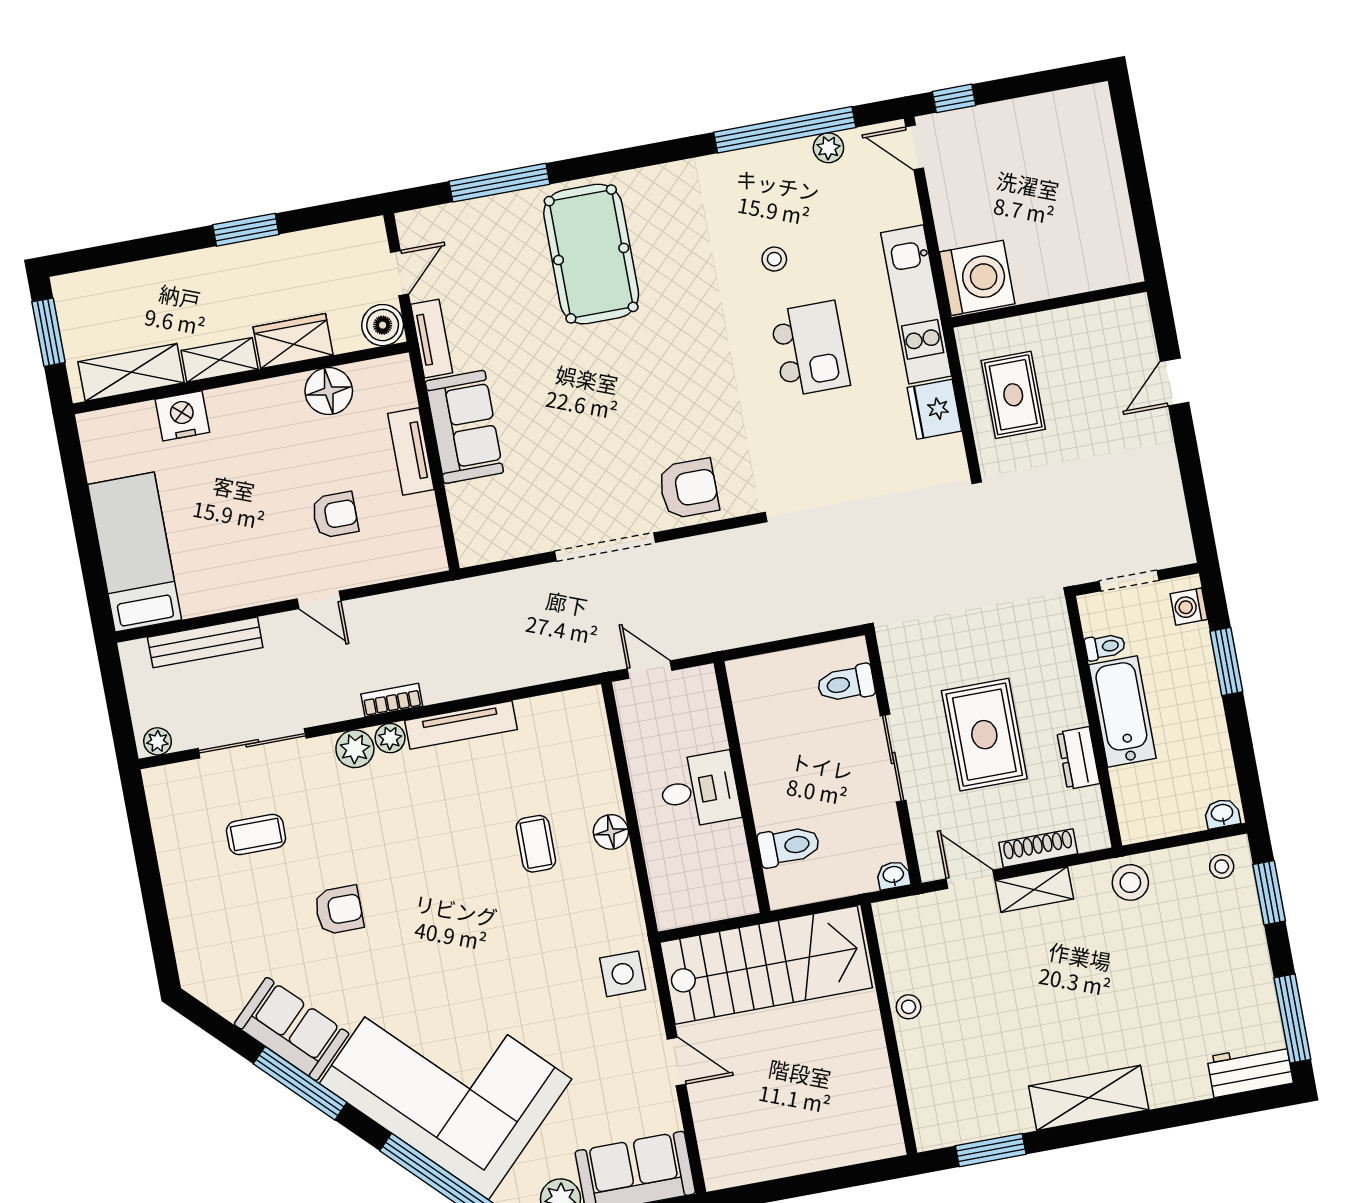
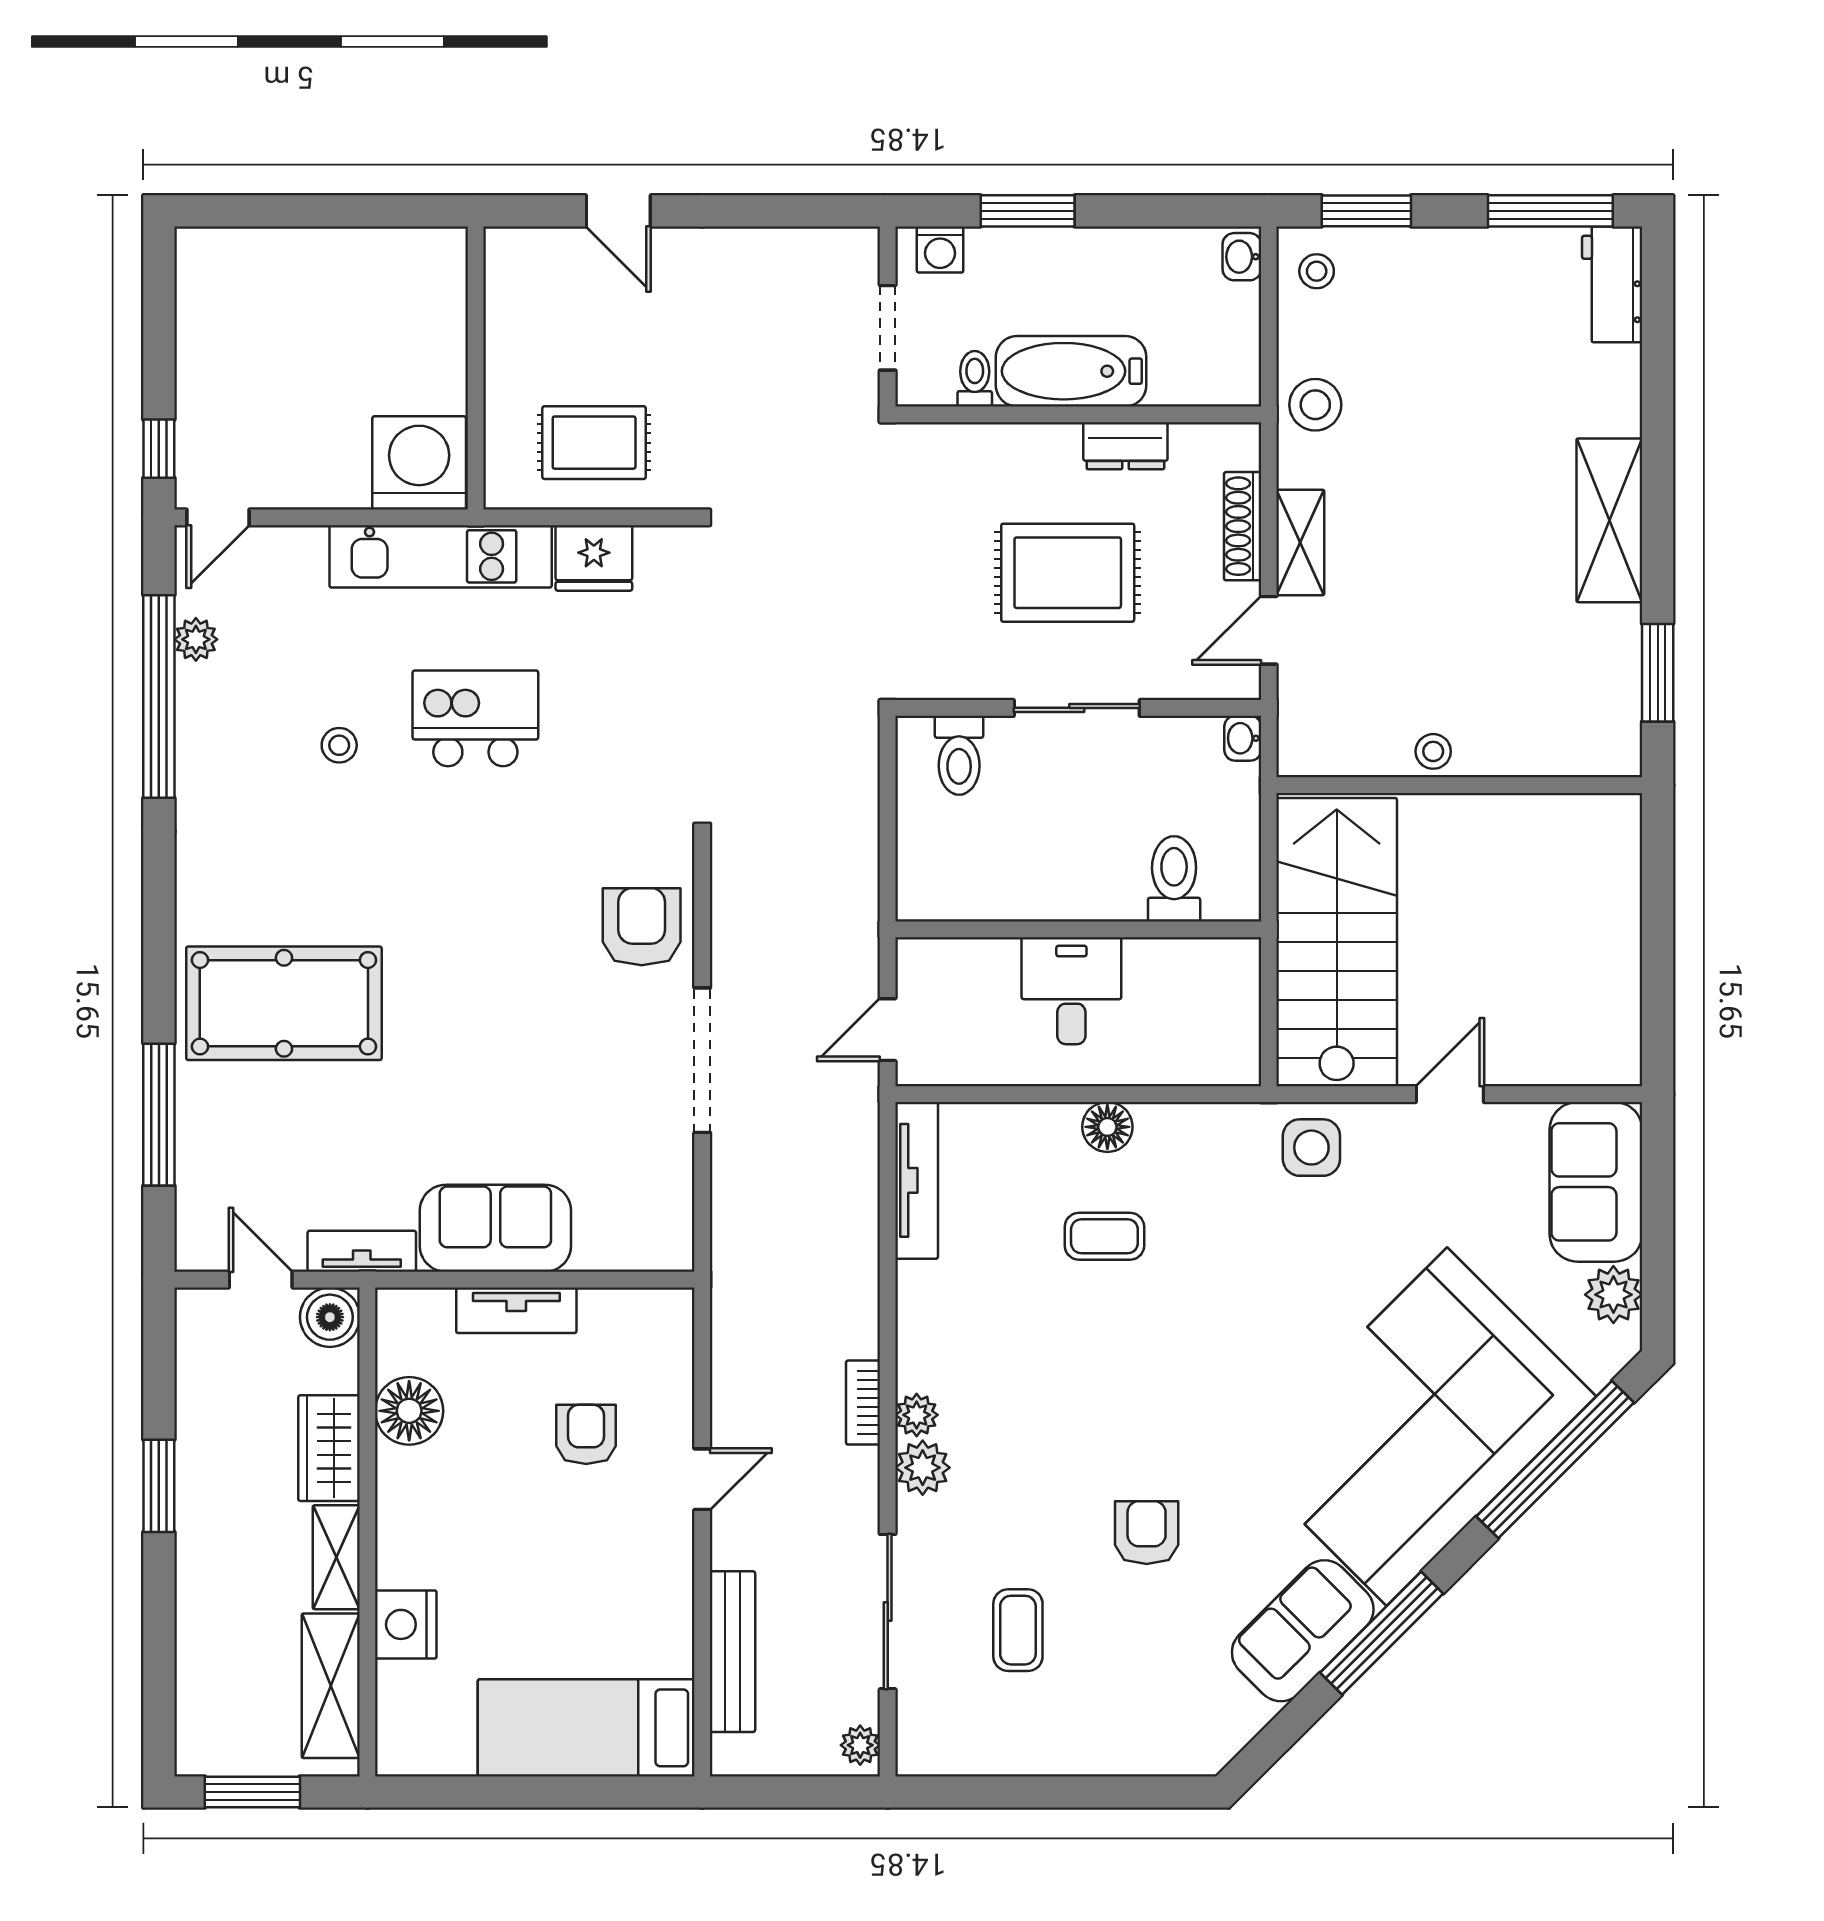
tv unit: (461, 725) -> (917, 1180), moved

